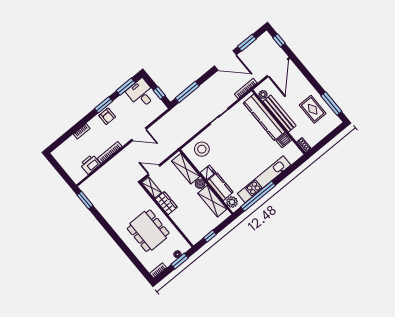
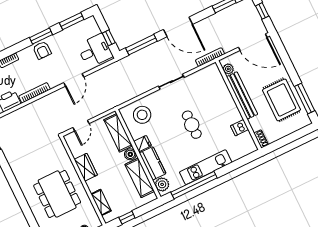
door: (225, 60) -> (178, 27), moved
door: (278, 68) -> (253, 42), hinge flipped
desk: (141, 94) -> (95, 51), moved, turned 90
rug: (313, 109) -> (281, 100), width x1.36, depth x1.43
kitchen counter: (264, 117) -> (223, 96), removed
door: (139, 134) -> (74, 80), hinge flipped
cafe table: (244, 147) -> (192, 125), added
door: (154, 170) -> (81, 126), swing flipped
kitchen unit: (264, 179) -> (206, 167), width x0.73
shelving: (152, 188) -> (101, 202), moved

